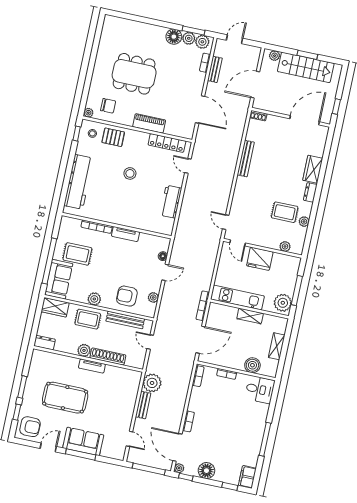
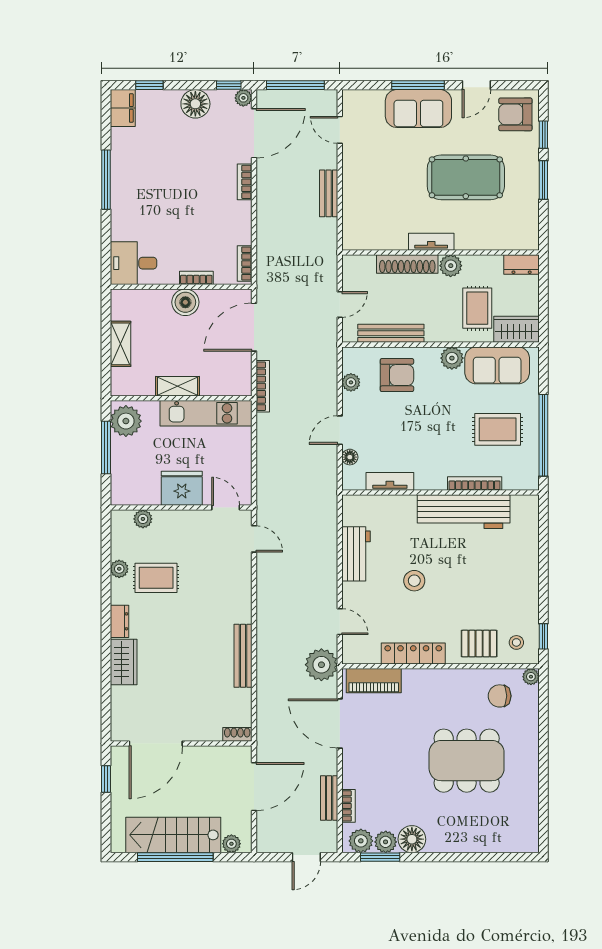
window: (307, 55) -> (175, 857), width x2.11
piano: (149, 123) -> (374, 681), moved
locker: (167, 143) -> (413, 654), moved
stool: (130, 173) -> (414, 581), moved
workbench: (79, 182) -> (464, 512), moved, turned -90
tv unit: (125, 234) -> (390, 481), moved
window: (49, 261) -> (543, 435), moved
sofa: (59, 279) -> (497, 365), moved, turned -90
rug: (88, 319) -> (477, 308), moved, turned 90
door: (150, 342) -> (340, 304), hinge flipped
boiler: (252, 365) -> (185, 302), moved
plant: (152, 383) -> (321, 665), moved
door: (177, 447) -> (254, 133), hinge flipped

